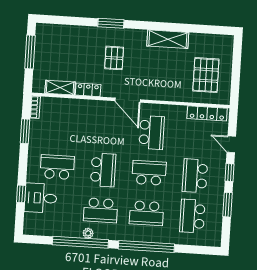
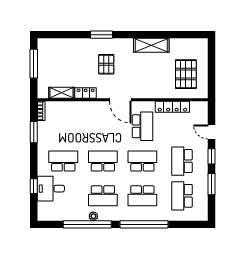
locker: (207, 113) -> (172, 107), moved
school desk: (103, 170) -> (103, 161), turned -90

